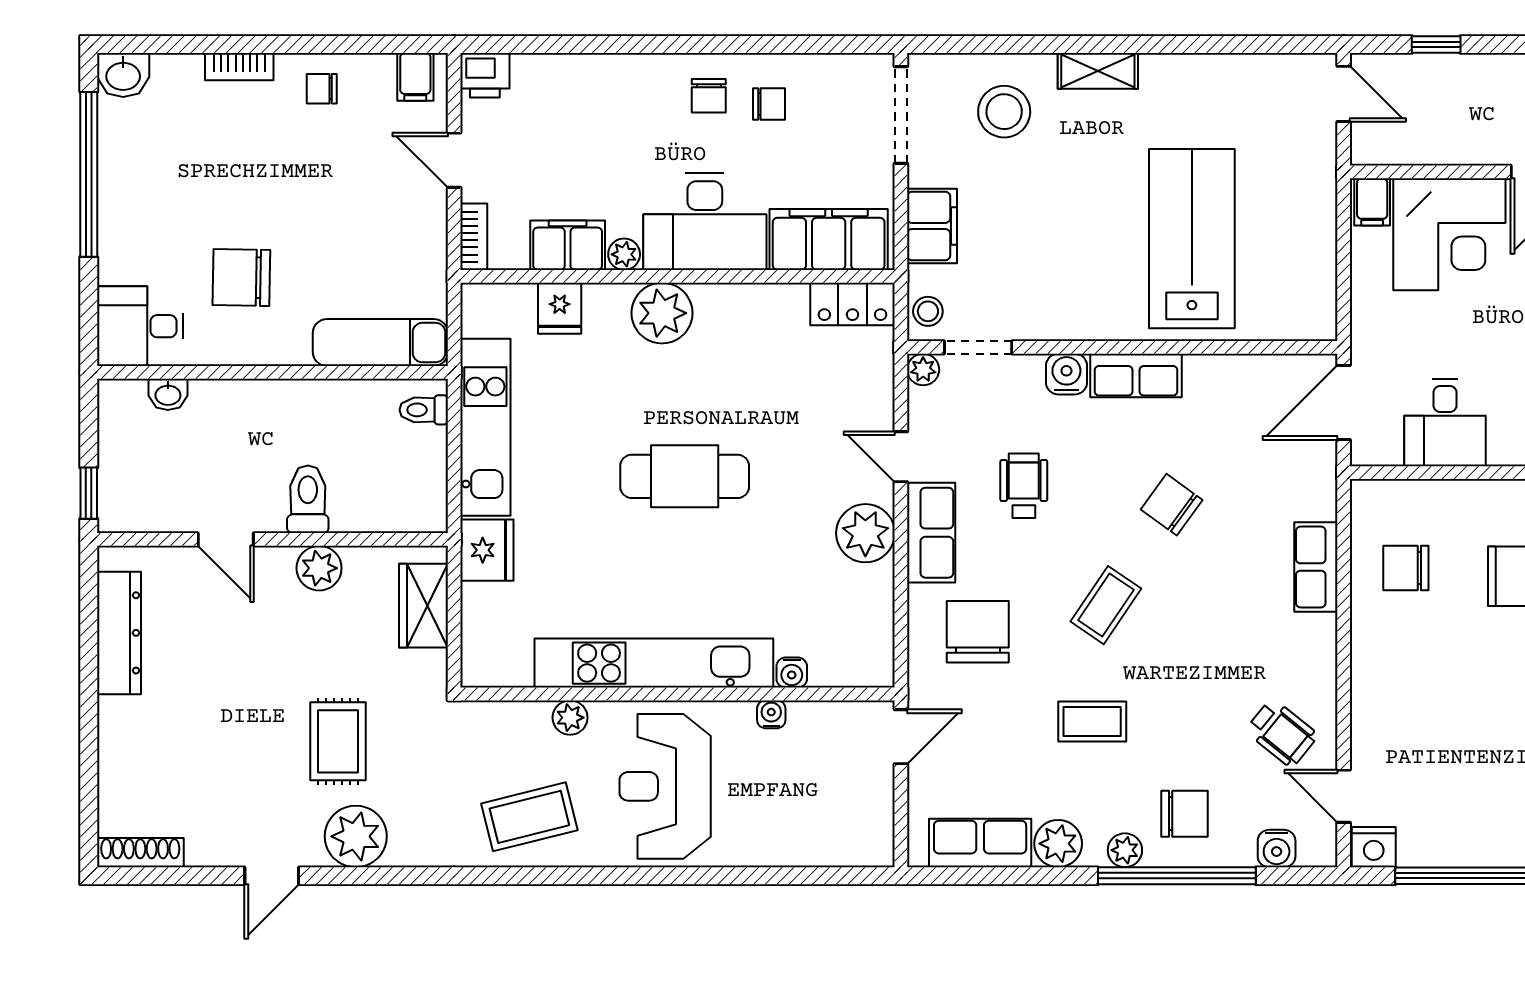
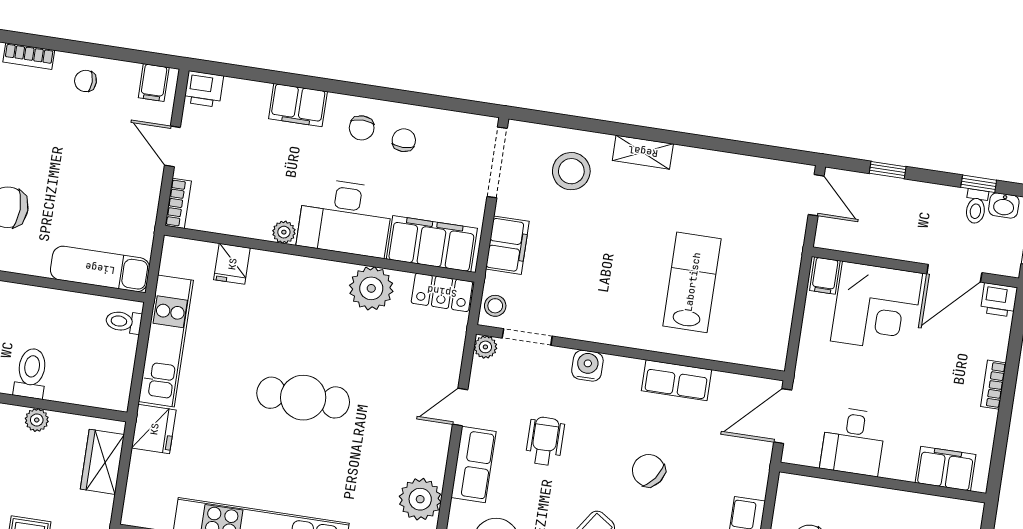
chair: (769, 104) -> (404, 140), turned -90
lab bench: (1192, 239) -> (692, 282), width x0.73, depth x0.72
filing cabinet: (568, 245) -> (298, 105), moved, turned 180
plant: (662, 313) -> (371, 288), moved
row of seats: (1136, 376) -> (677, 380), moved
door: (901, 457) -> (460, 407), hinge flipped
plant: (865, 533) -> (420, 499), moved
plant: (319, 568) -> (37, 420), width x0.73, depth x0.73

